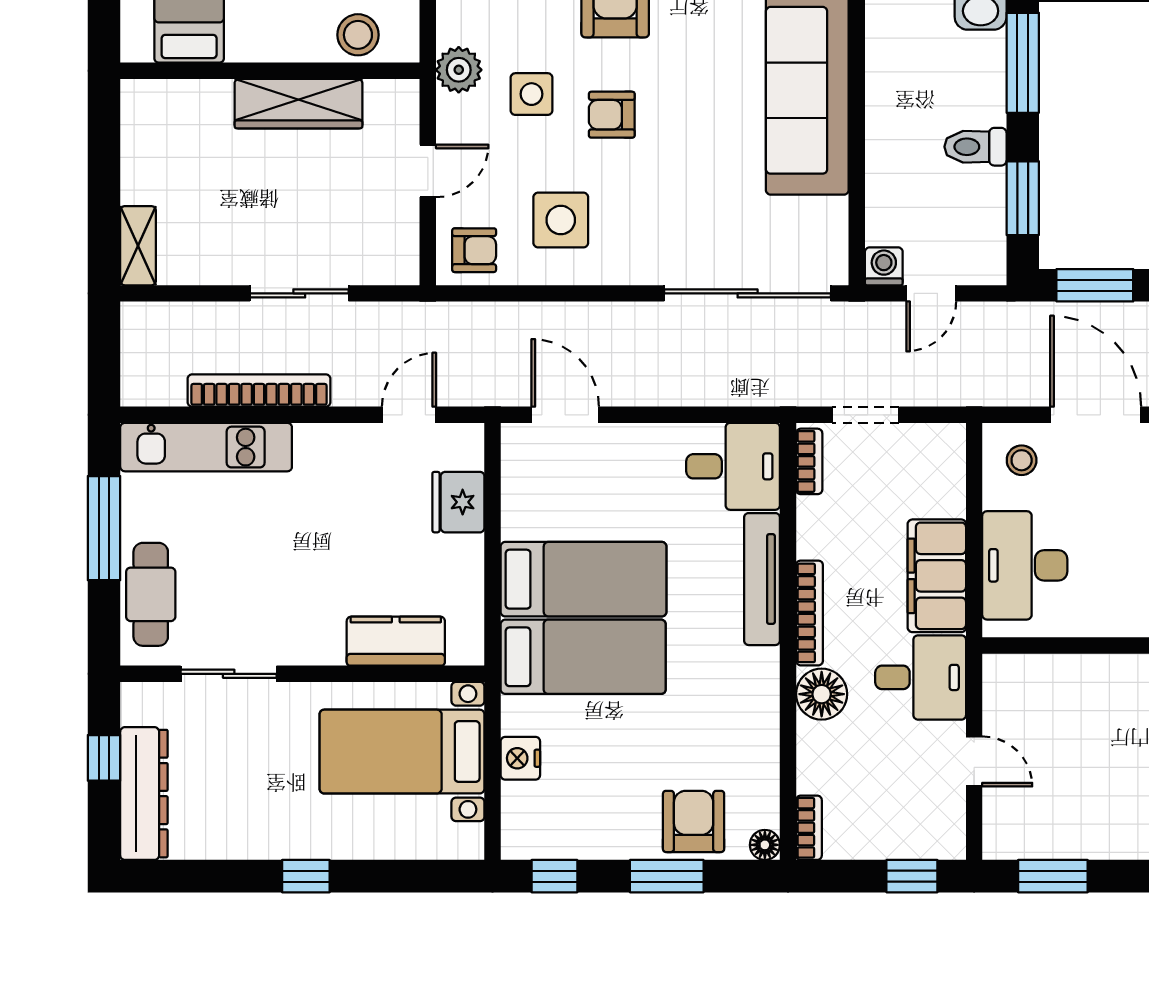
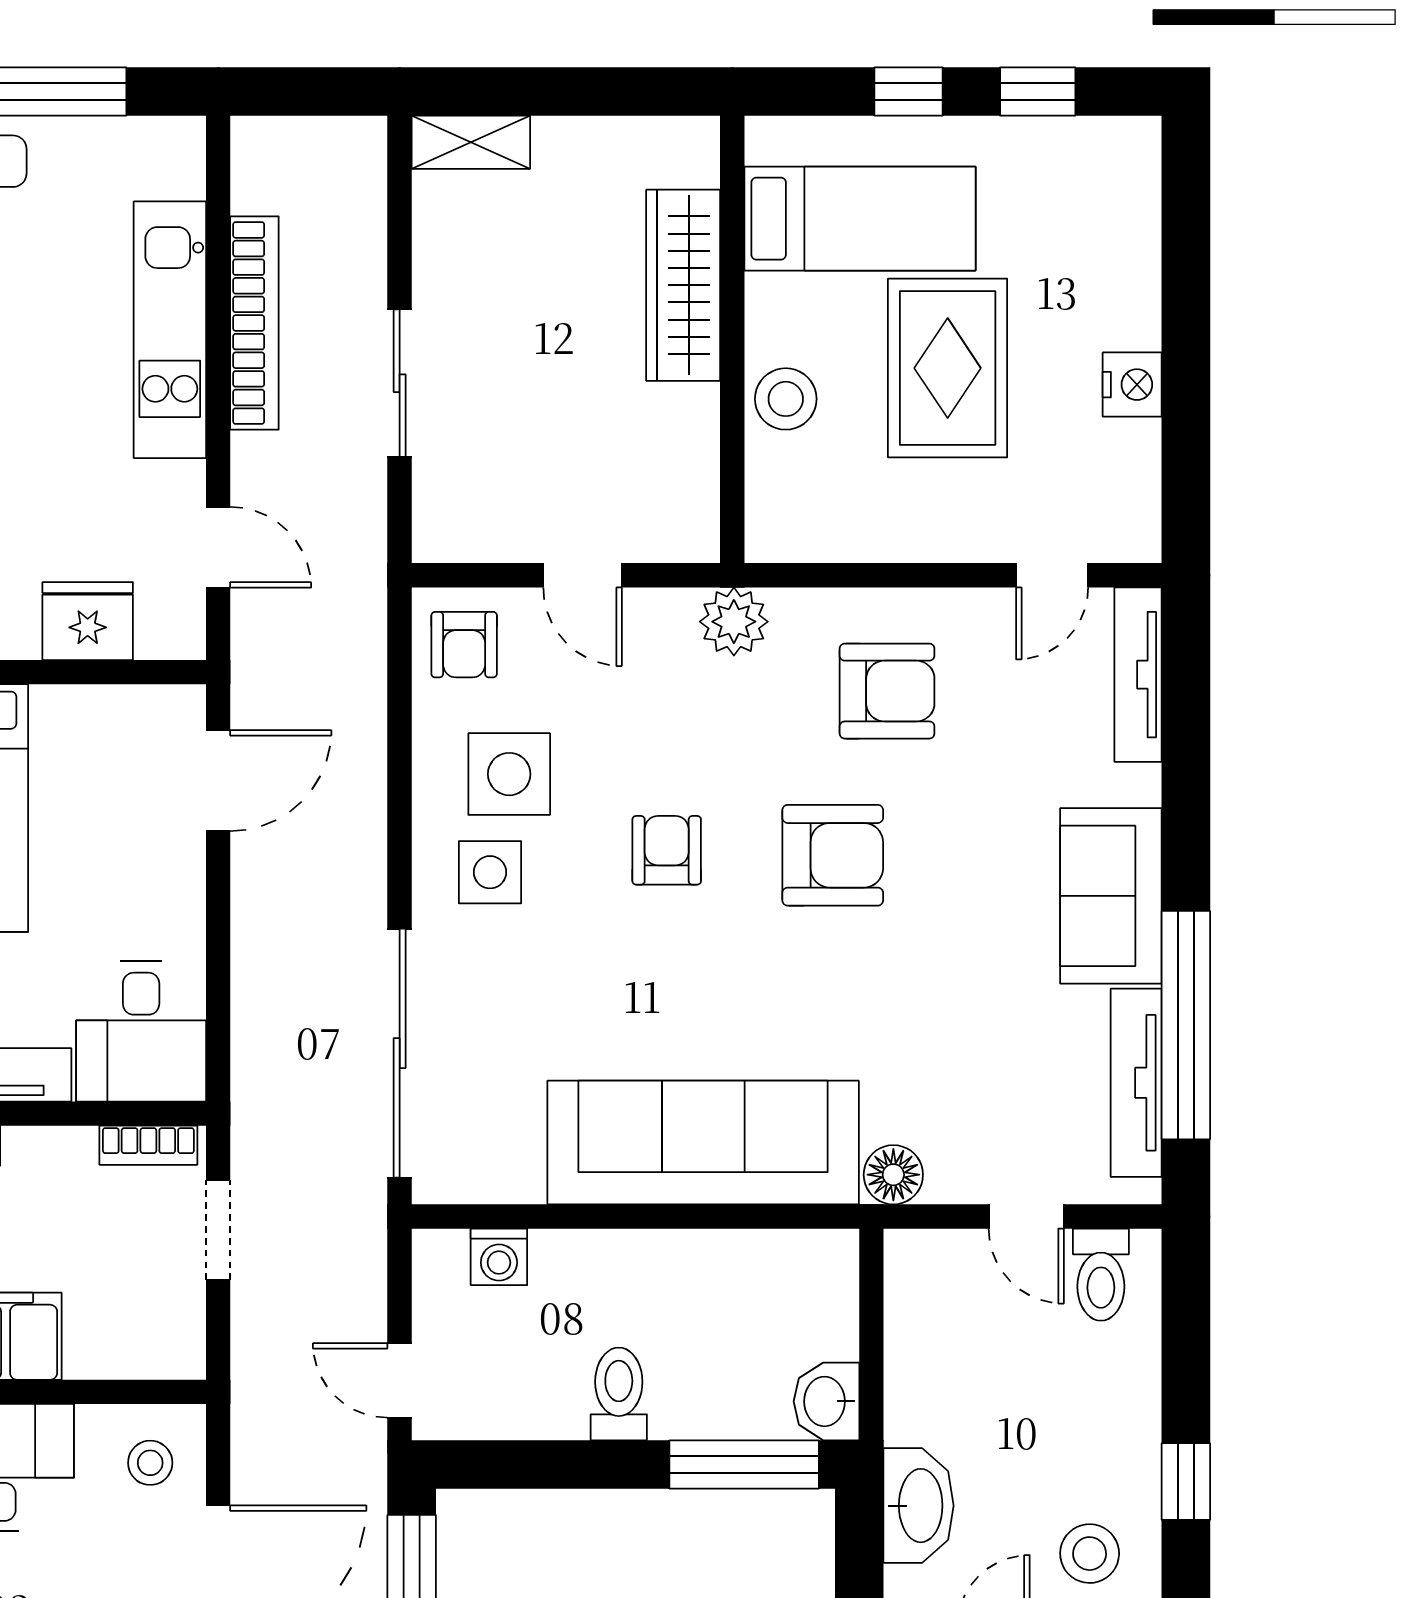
stool: (358, 35) -> (786, 399), moved
side table: (532, 94) -> (490, 872), moved
wardrobe: (298, 104) -> (683, 285), moved
window: (1023, 198) -> (542, 1464), removed
washing machine: (884, 266) -> (499, 1257), moved, turned 90
door: (931, 293) -> (400, 1380), moved
kitchen unit: (206, 447) -> (170, 330), moved

